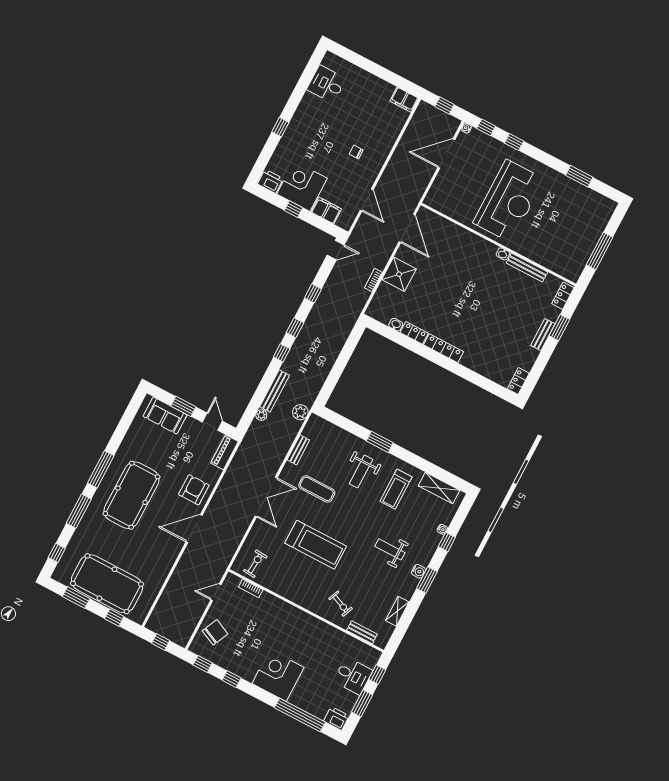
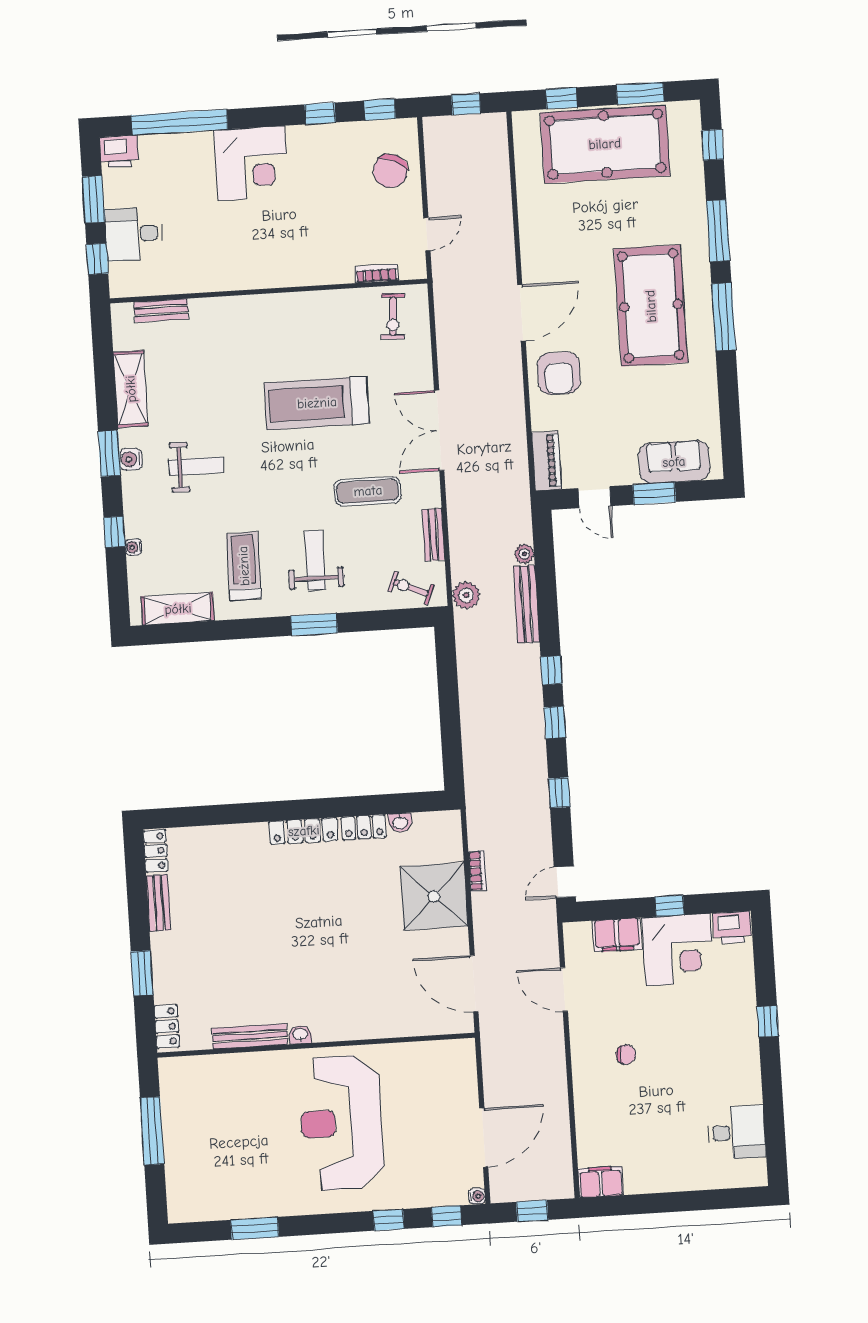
shower: (399, 274) -> (434, 896), width x1.37, depth x1.37
bench: (543, 335) -> (158, 903), moved
exercise bike: (341, 604) -> (411, 588), moved
shelving: (397, 611) -> (131, 389), width x1.50, depth x1.33

